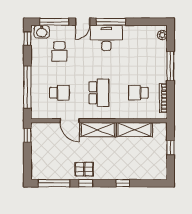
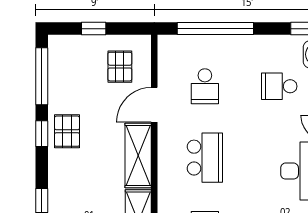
school desk: (99, 93) -> (205, 158), turned -90
window: (27, 135) -> (94, 29), moved
pallet: (48, 140) -> (120, 67), added

